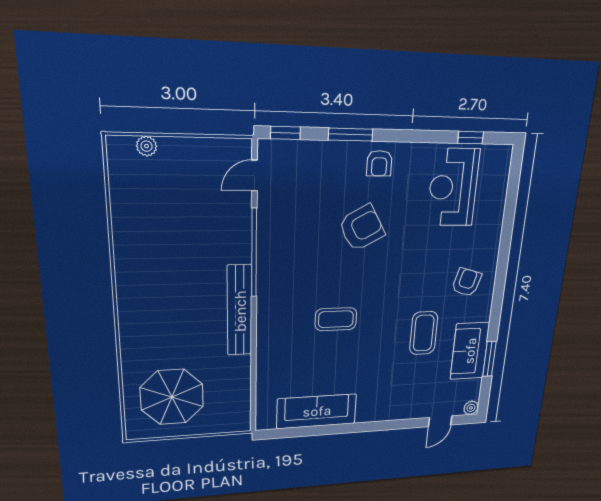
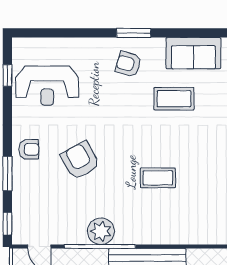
plant: (273, 254) -> (101, 231), added
coffee table: (336, 319) -> (158, 178), turned 90
window: (489, 359) -> (134, 33), moved

